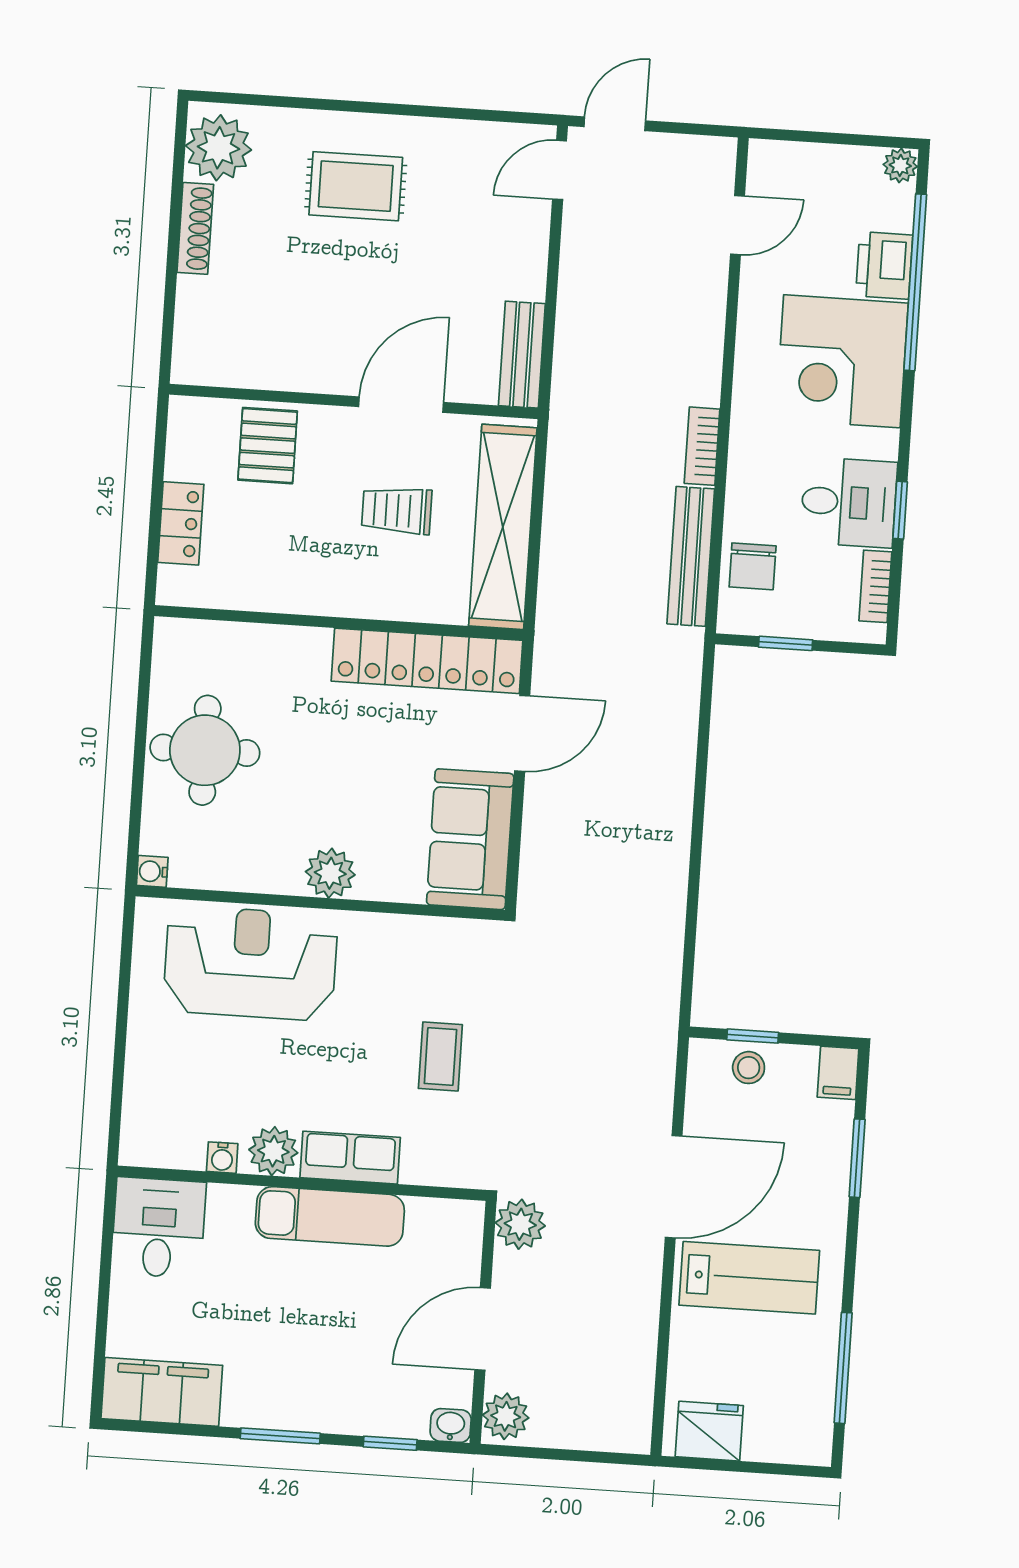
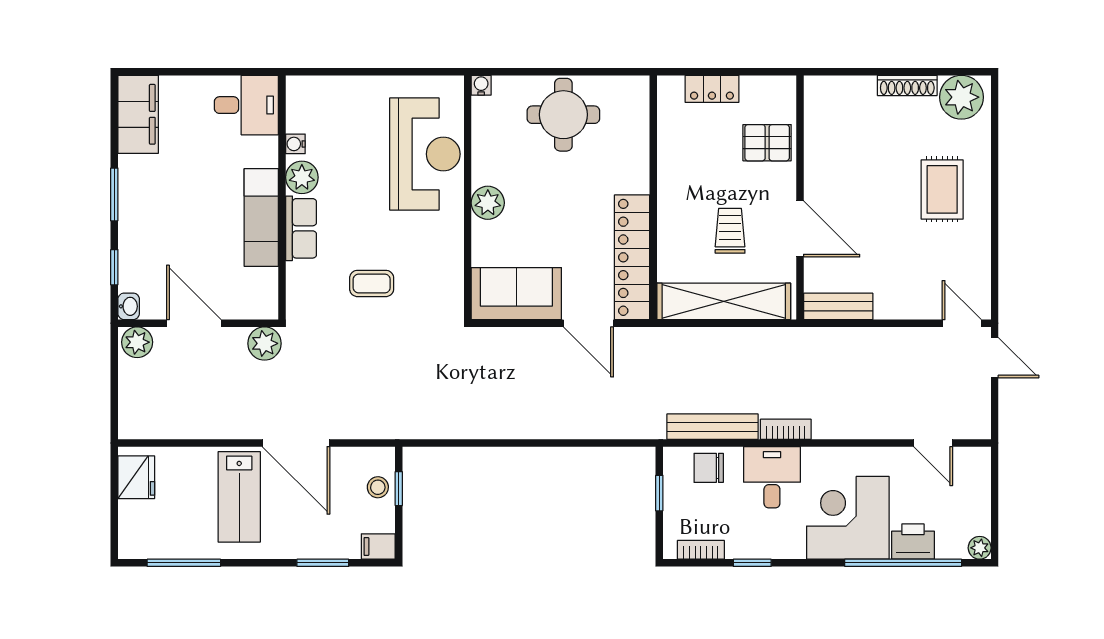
desk: (849, 502) -> (772, 477), moved, turned 180

